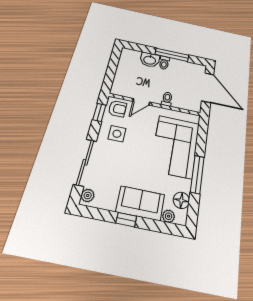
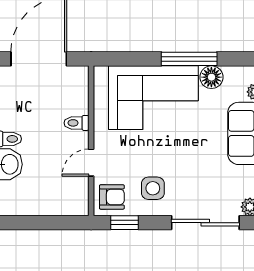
door: (141, 102) -> (91, 163), swing flipped
armchair: (117, 109) -> (112, 197), turned 90
floor lamp: (181, 200) -> (211, 77), moved

